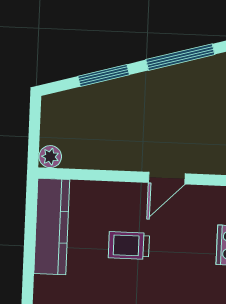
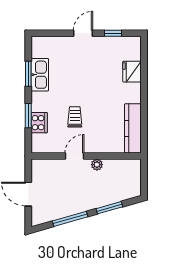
plant: (50, 157) -> (97, 165), moved
trolley: (129, 246) -> (75, 117), moved, turned -90

